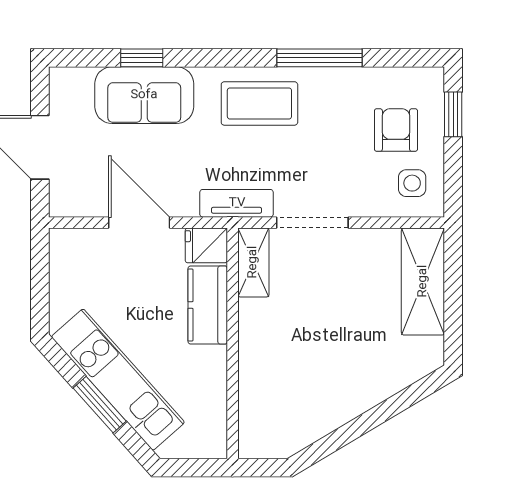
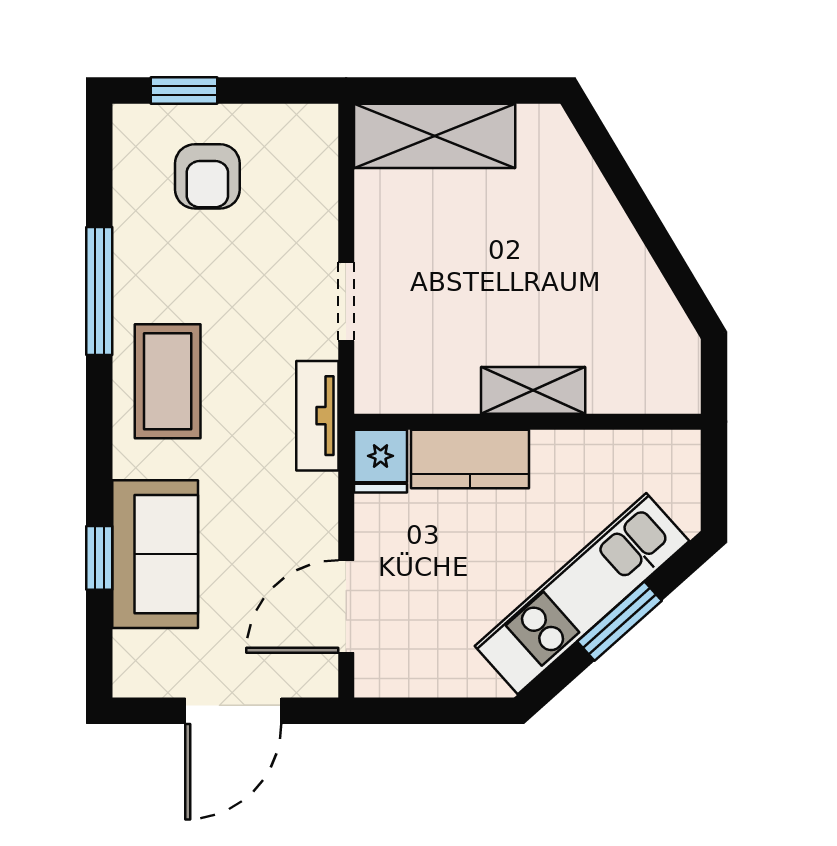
armchair: (396, 130) -> (207, 176), turned -90
side table: (412, 183) -> (287, 152), removed
door: (139, 223) -> (346, 606), moved
doorway: (312, 223) -> (346, 302), width x0.73
shelving: (253, 262) -> (533, 390), moved

